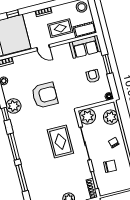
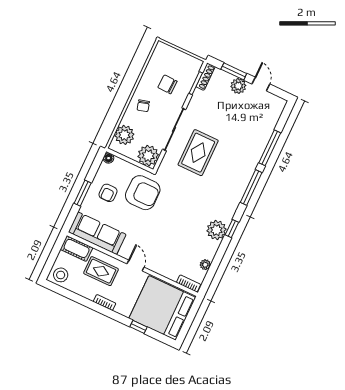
sofa: (85, 47) -> (97, 233), width x1.36
armchair: (45, 95) -> (143, 193), moved, turned 180

